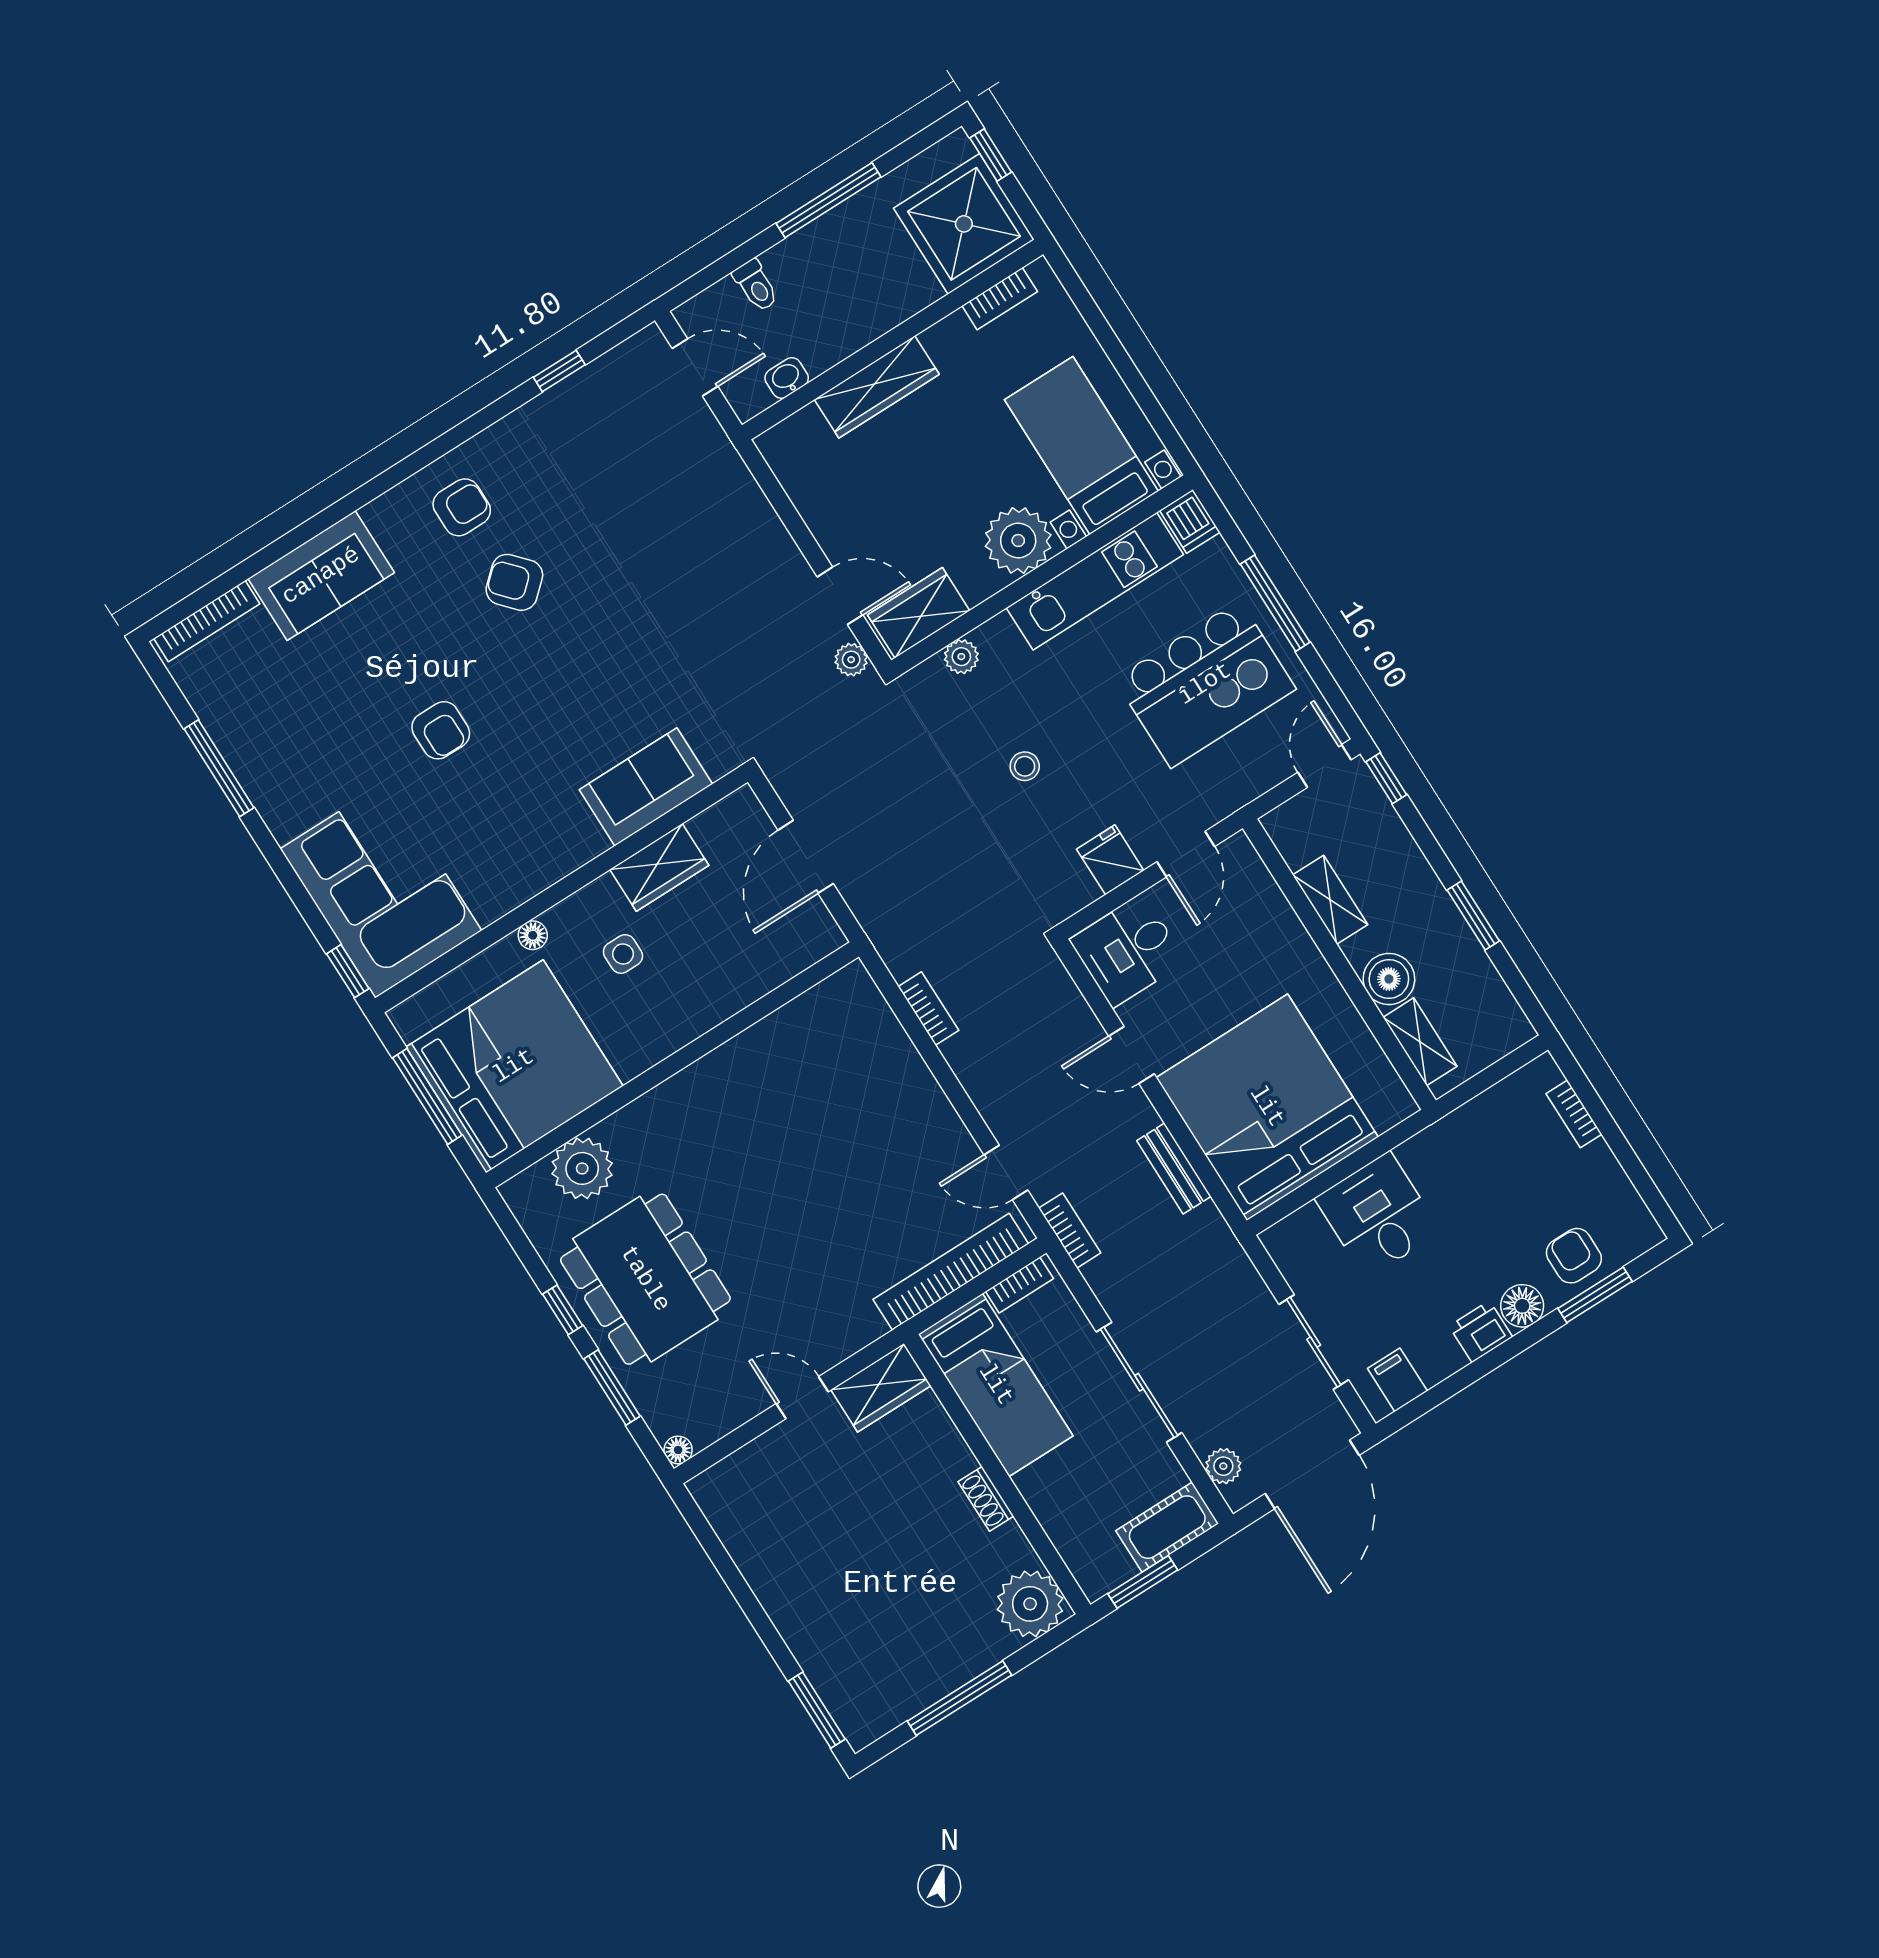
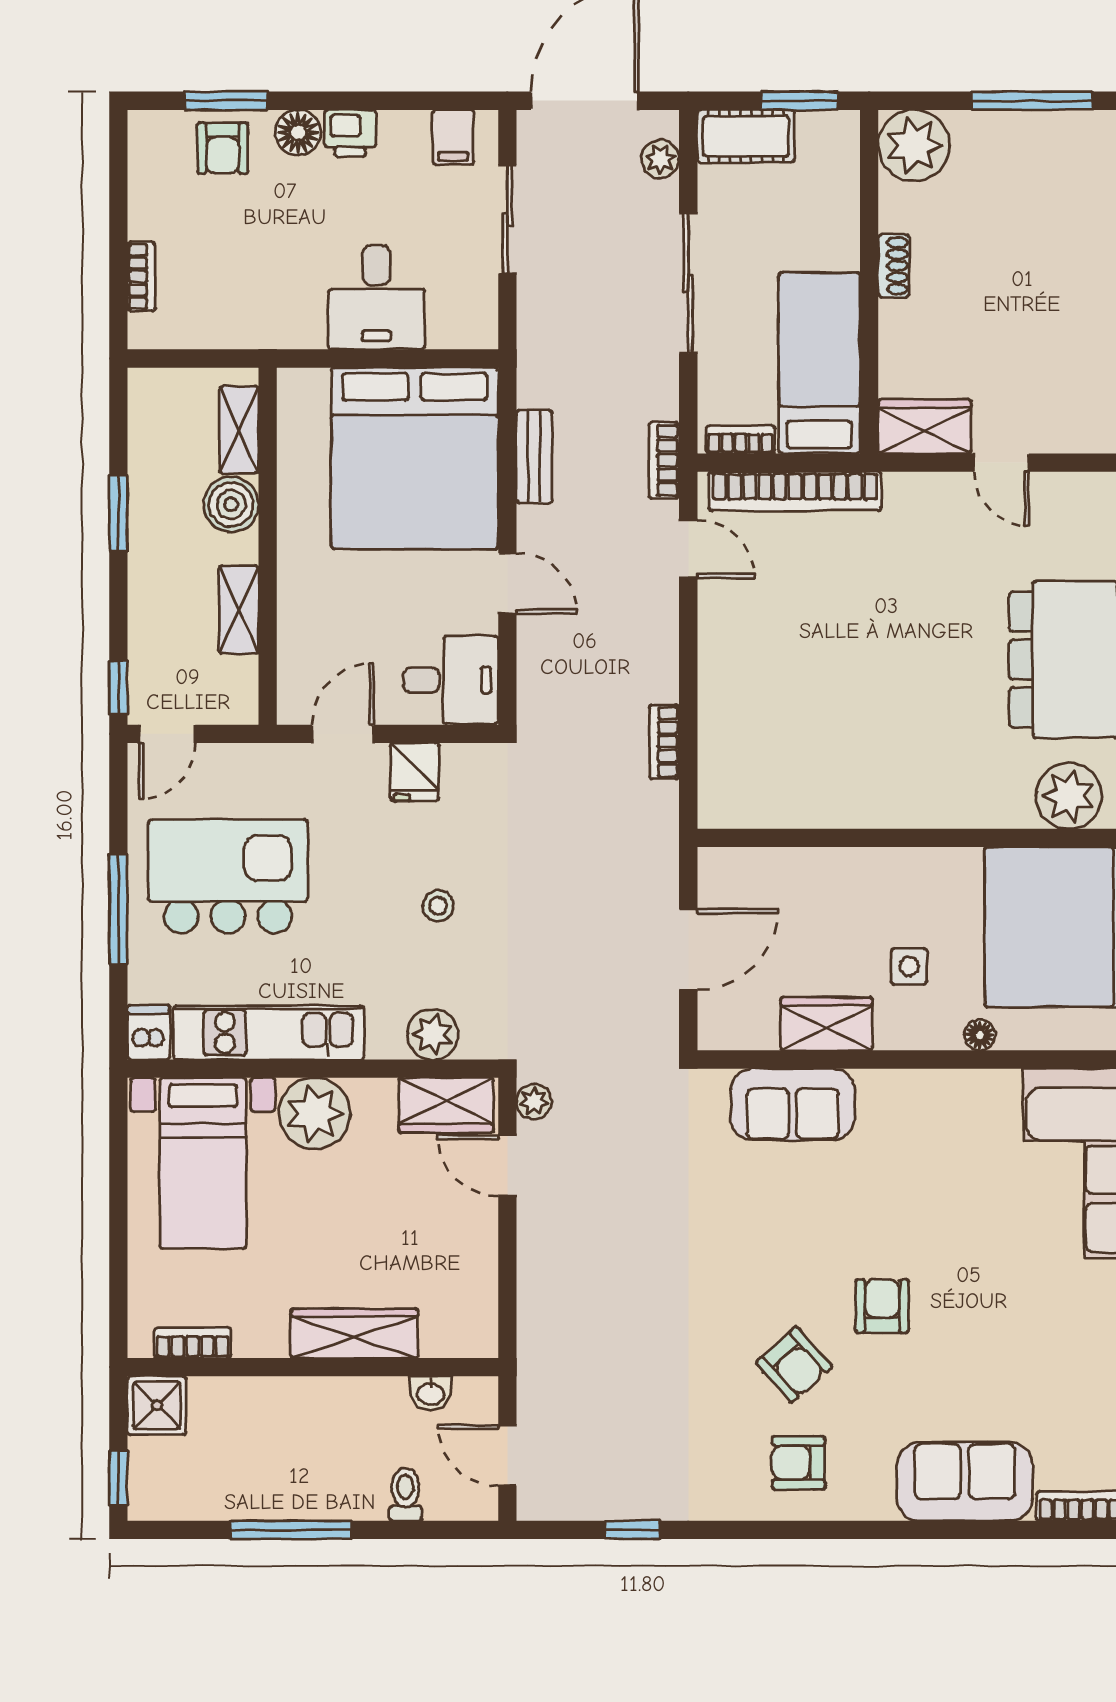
shower: (964, 224) -> (157, 1405), width x0.54, depth x0.54
plant: (961, 657) -> (433, 1034), width x1.38, depth x1.38
armchair: (441, 730) -> (882, 1306), moved

